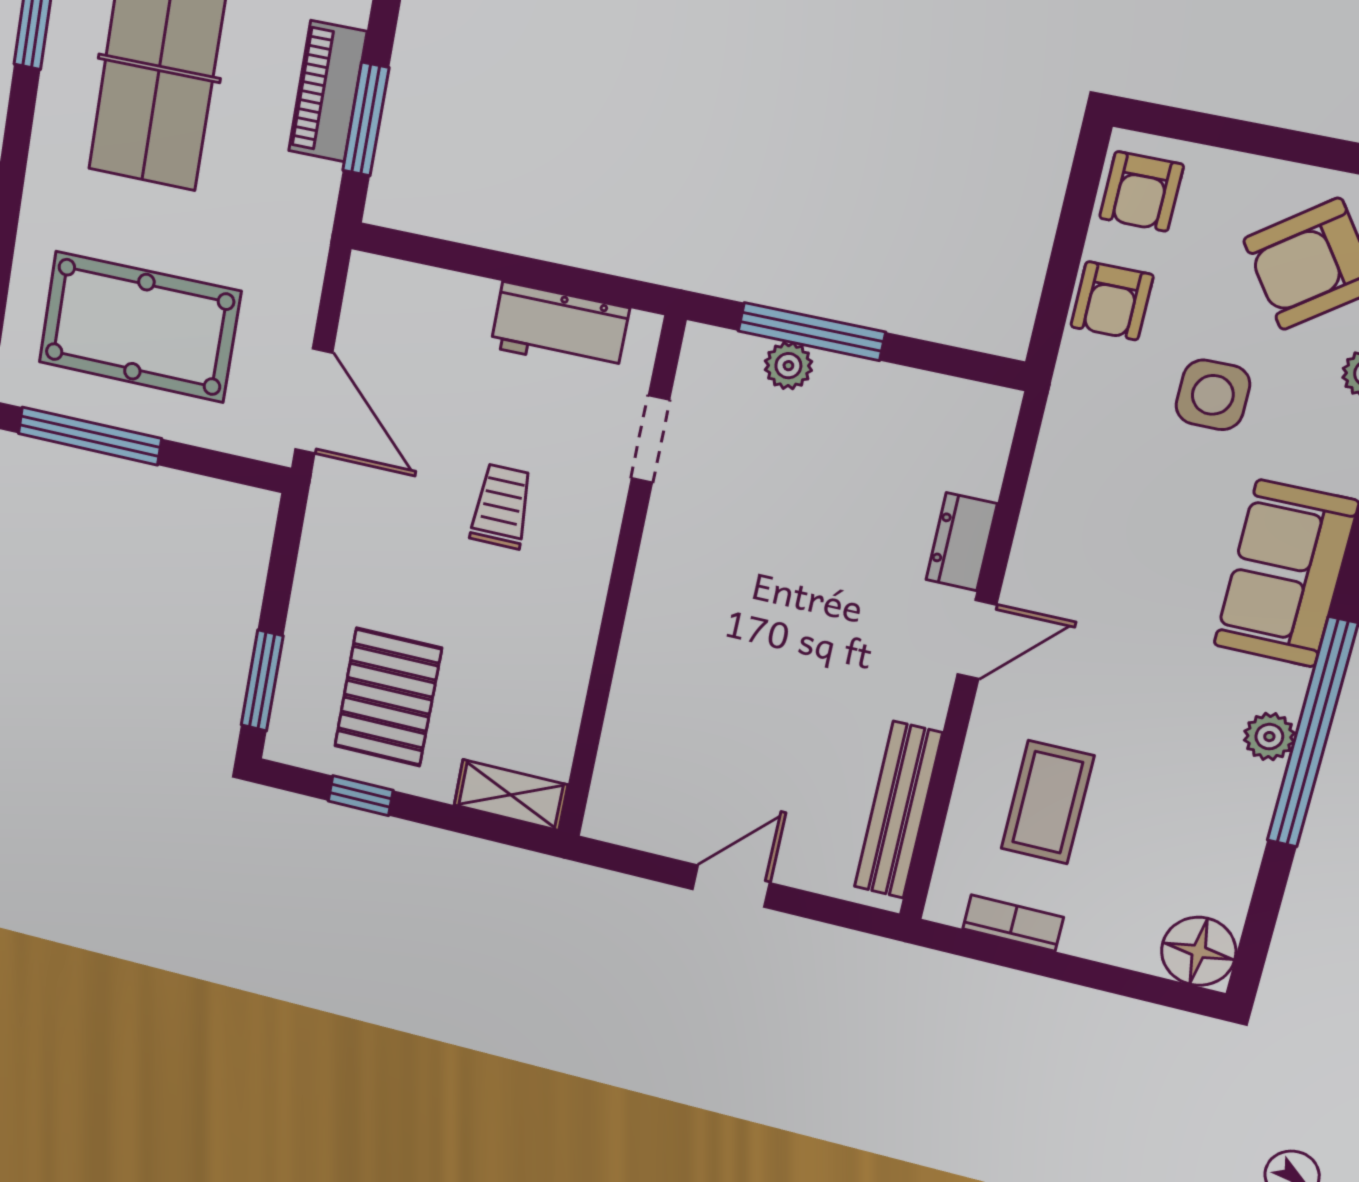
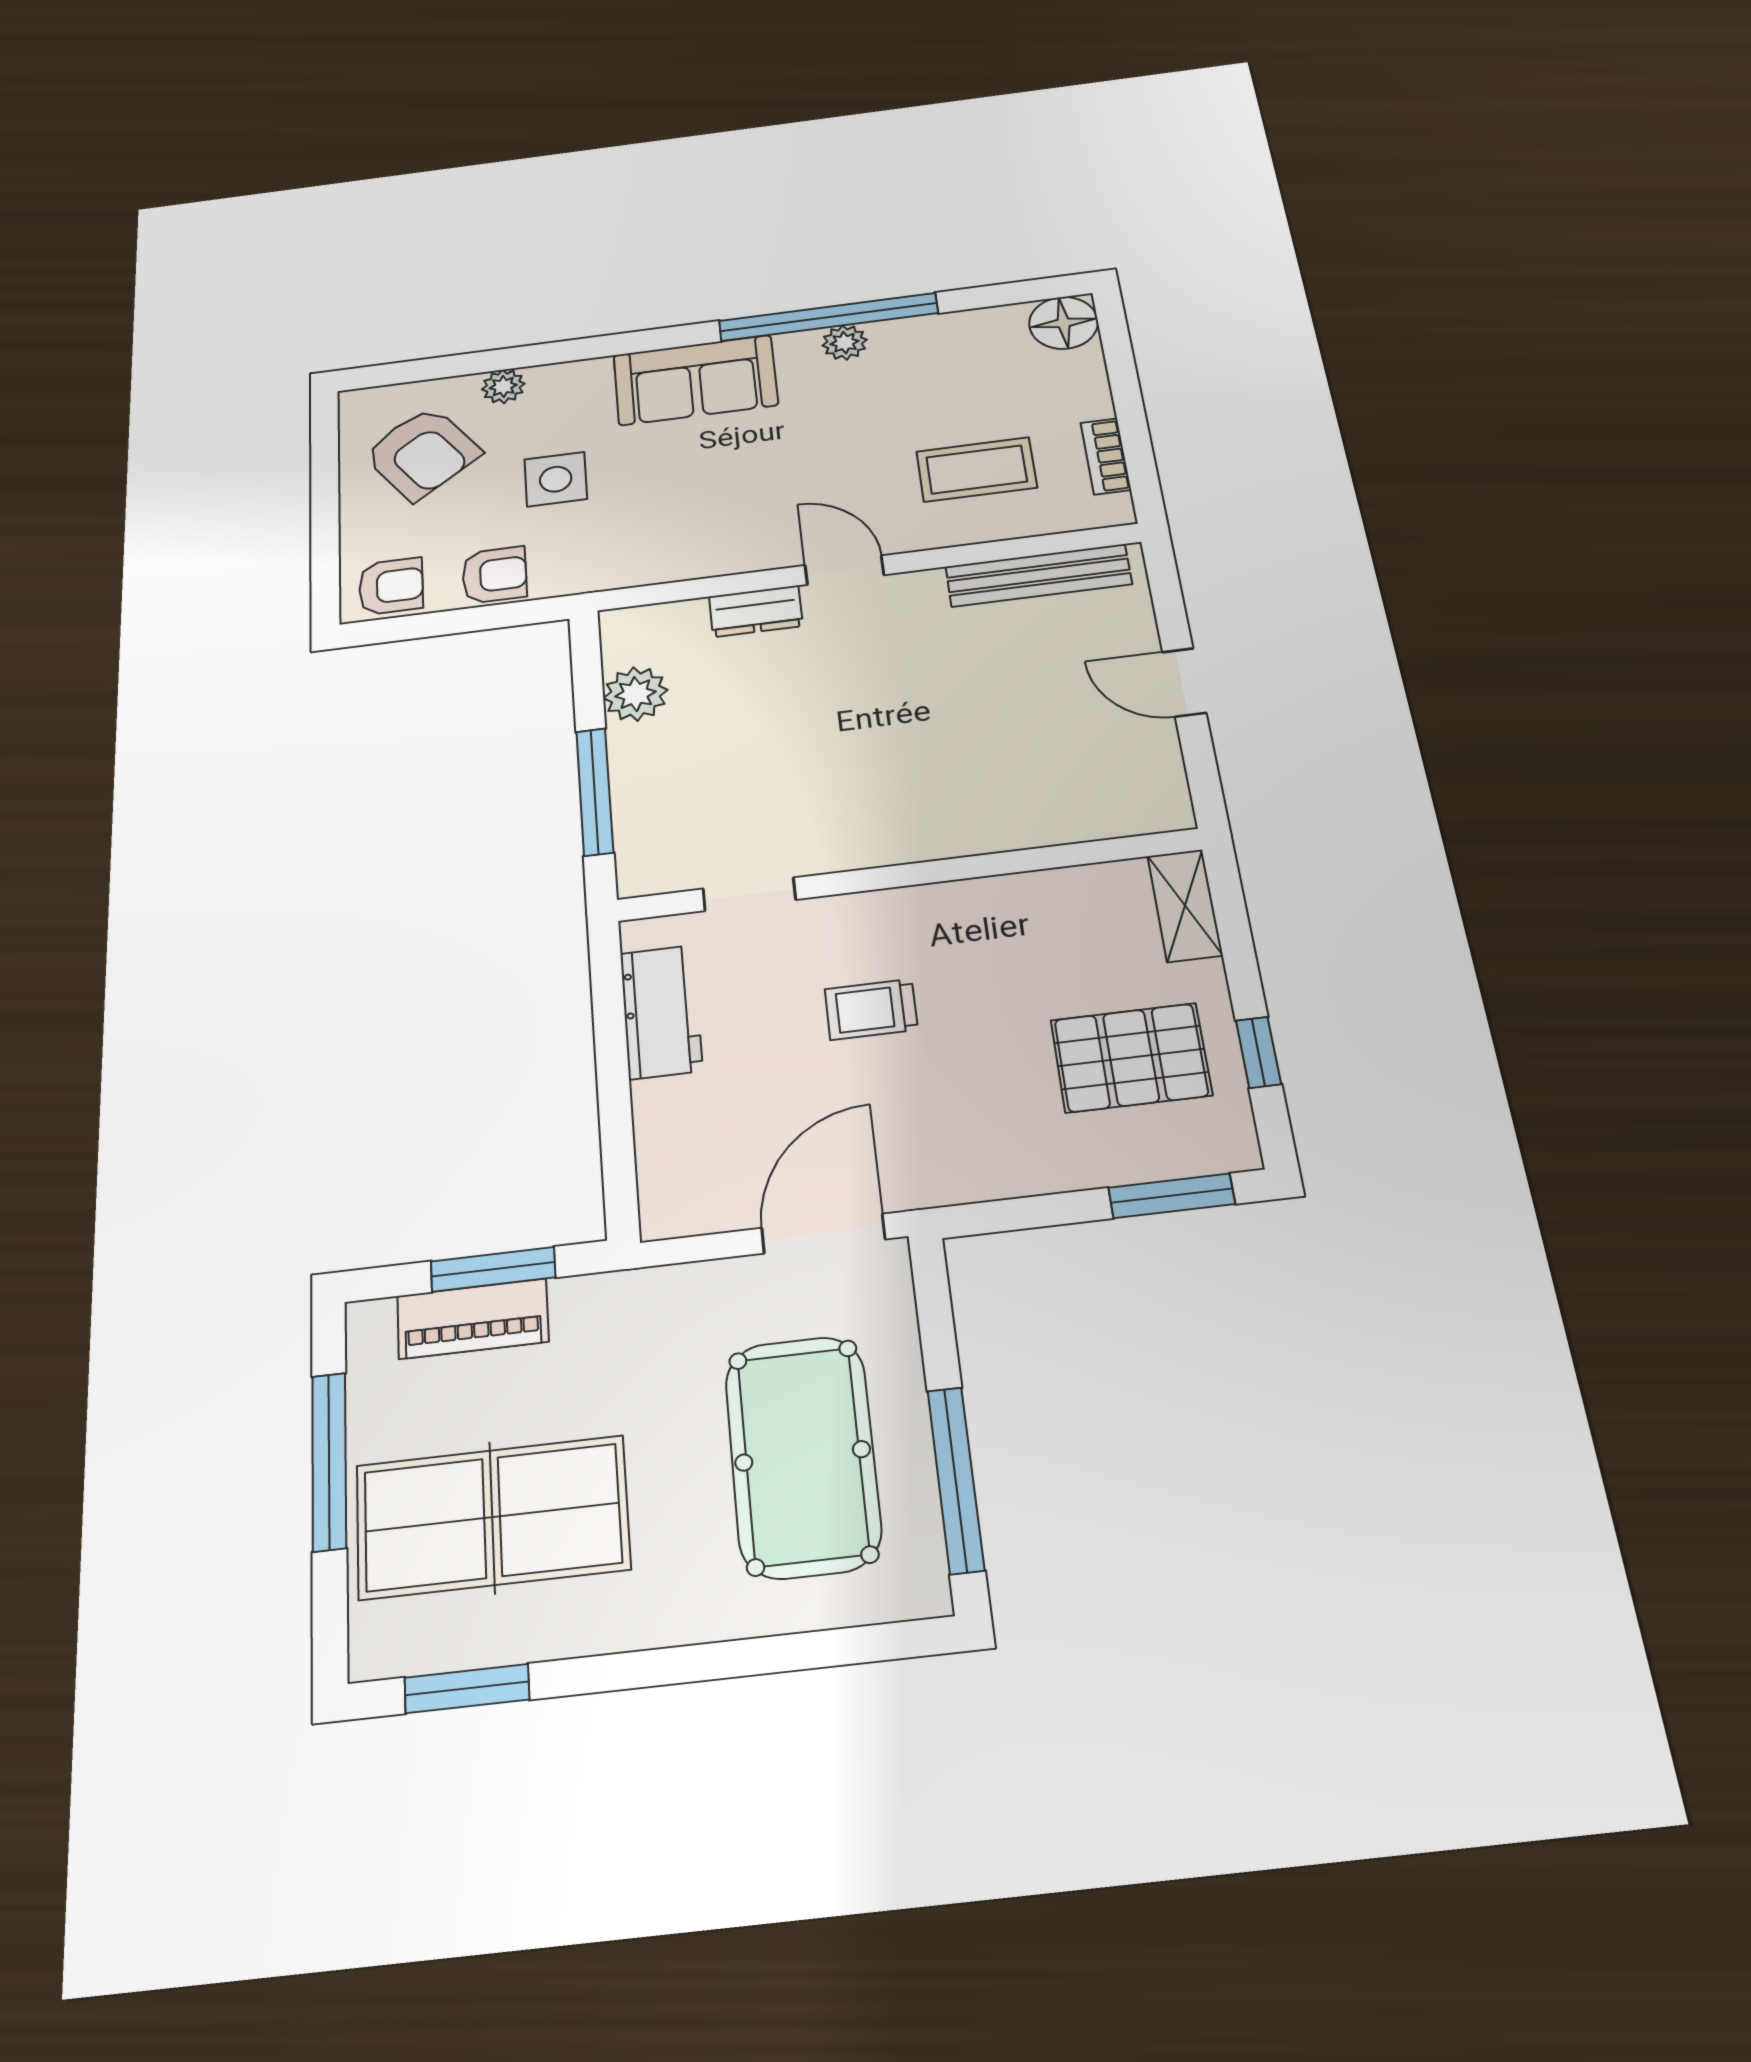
plant: (788, 366) -> (636, 694), moved, width x1.38, depth x1.38

